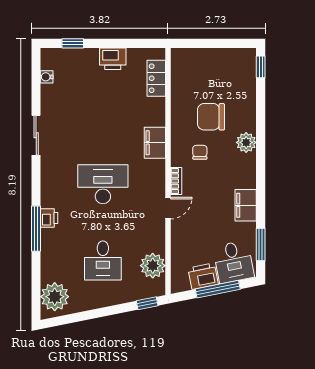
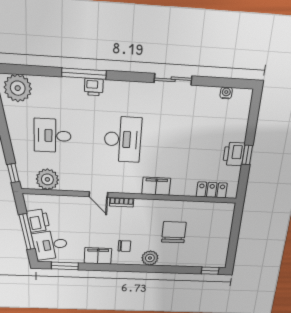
window: (73, 43) -> (247, 155), moved
chair: (200, 152) -> (124, 246), moved

